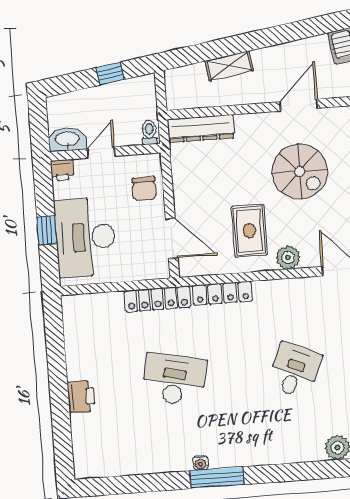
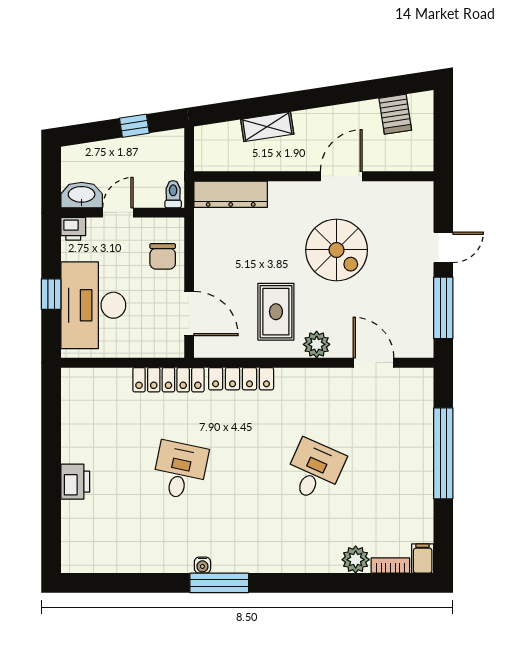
desk: (174, 379) -> (180, 470), width x0.73

